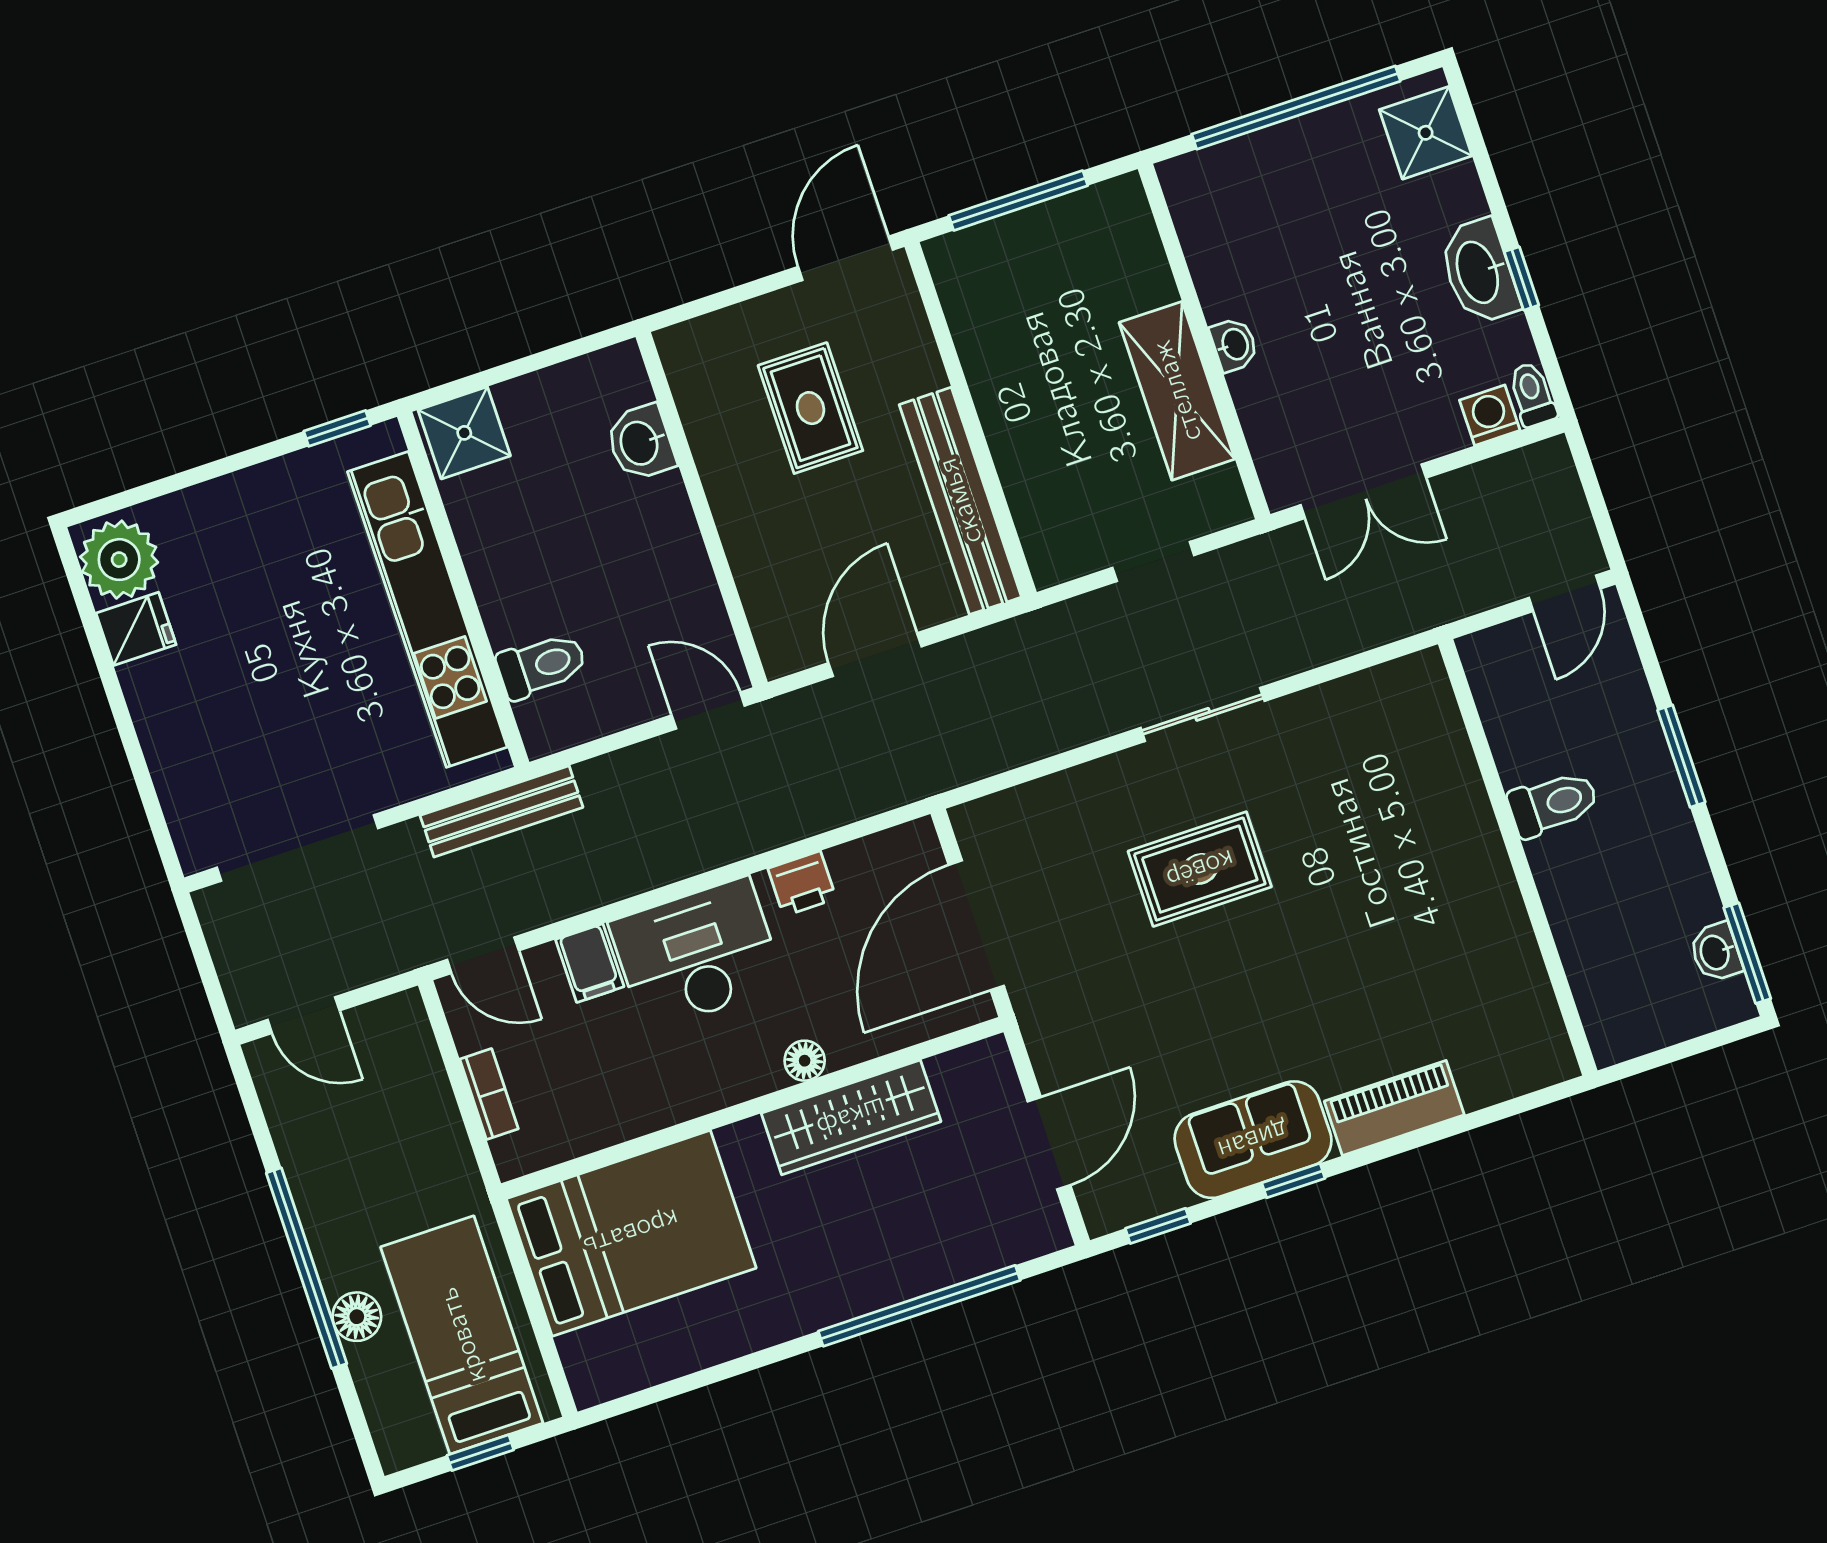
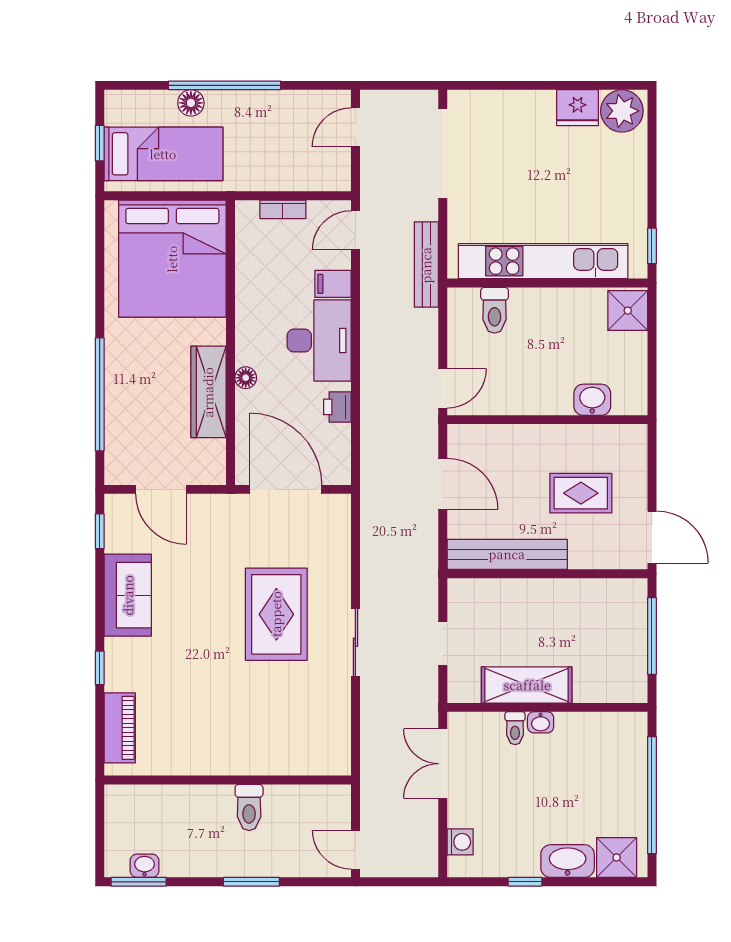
washbasin: (1479, 272) -> (568, 861), moved
toilet: (1532, 394) -> (515, 728), moved, turned 90
fridge: (136, 629) -> (578, 108), width x1.38
rug: (1200, 869) -> (276, 614), width x1.36, depth x1.43
piano: (1394, 1108) -> (120, 728), moved
window: (1293, 1181) -> (100, 668), moved
bed: (631, 1233) -> (172, 259), width x1.36

